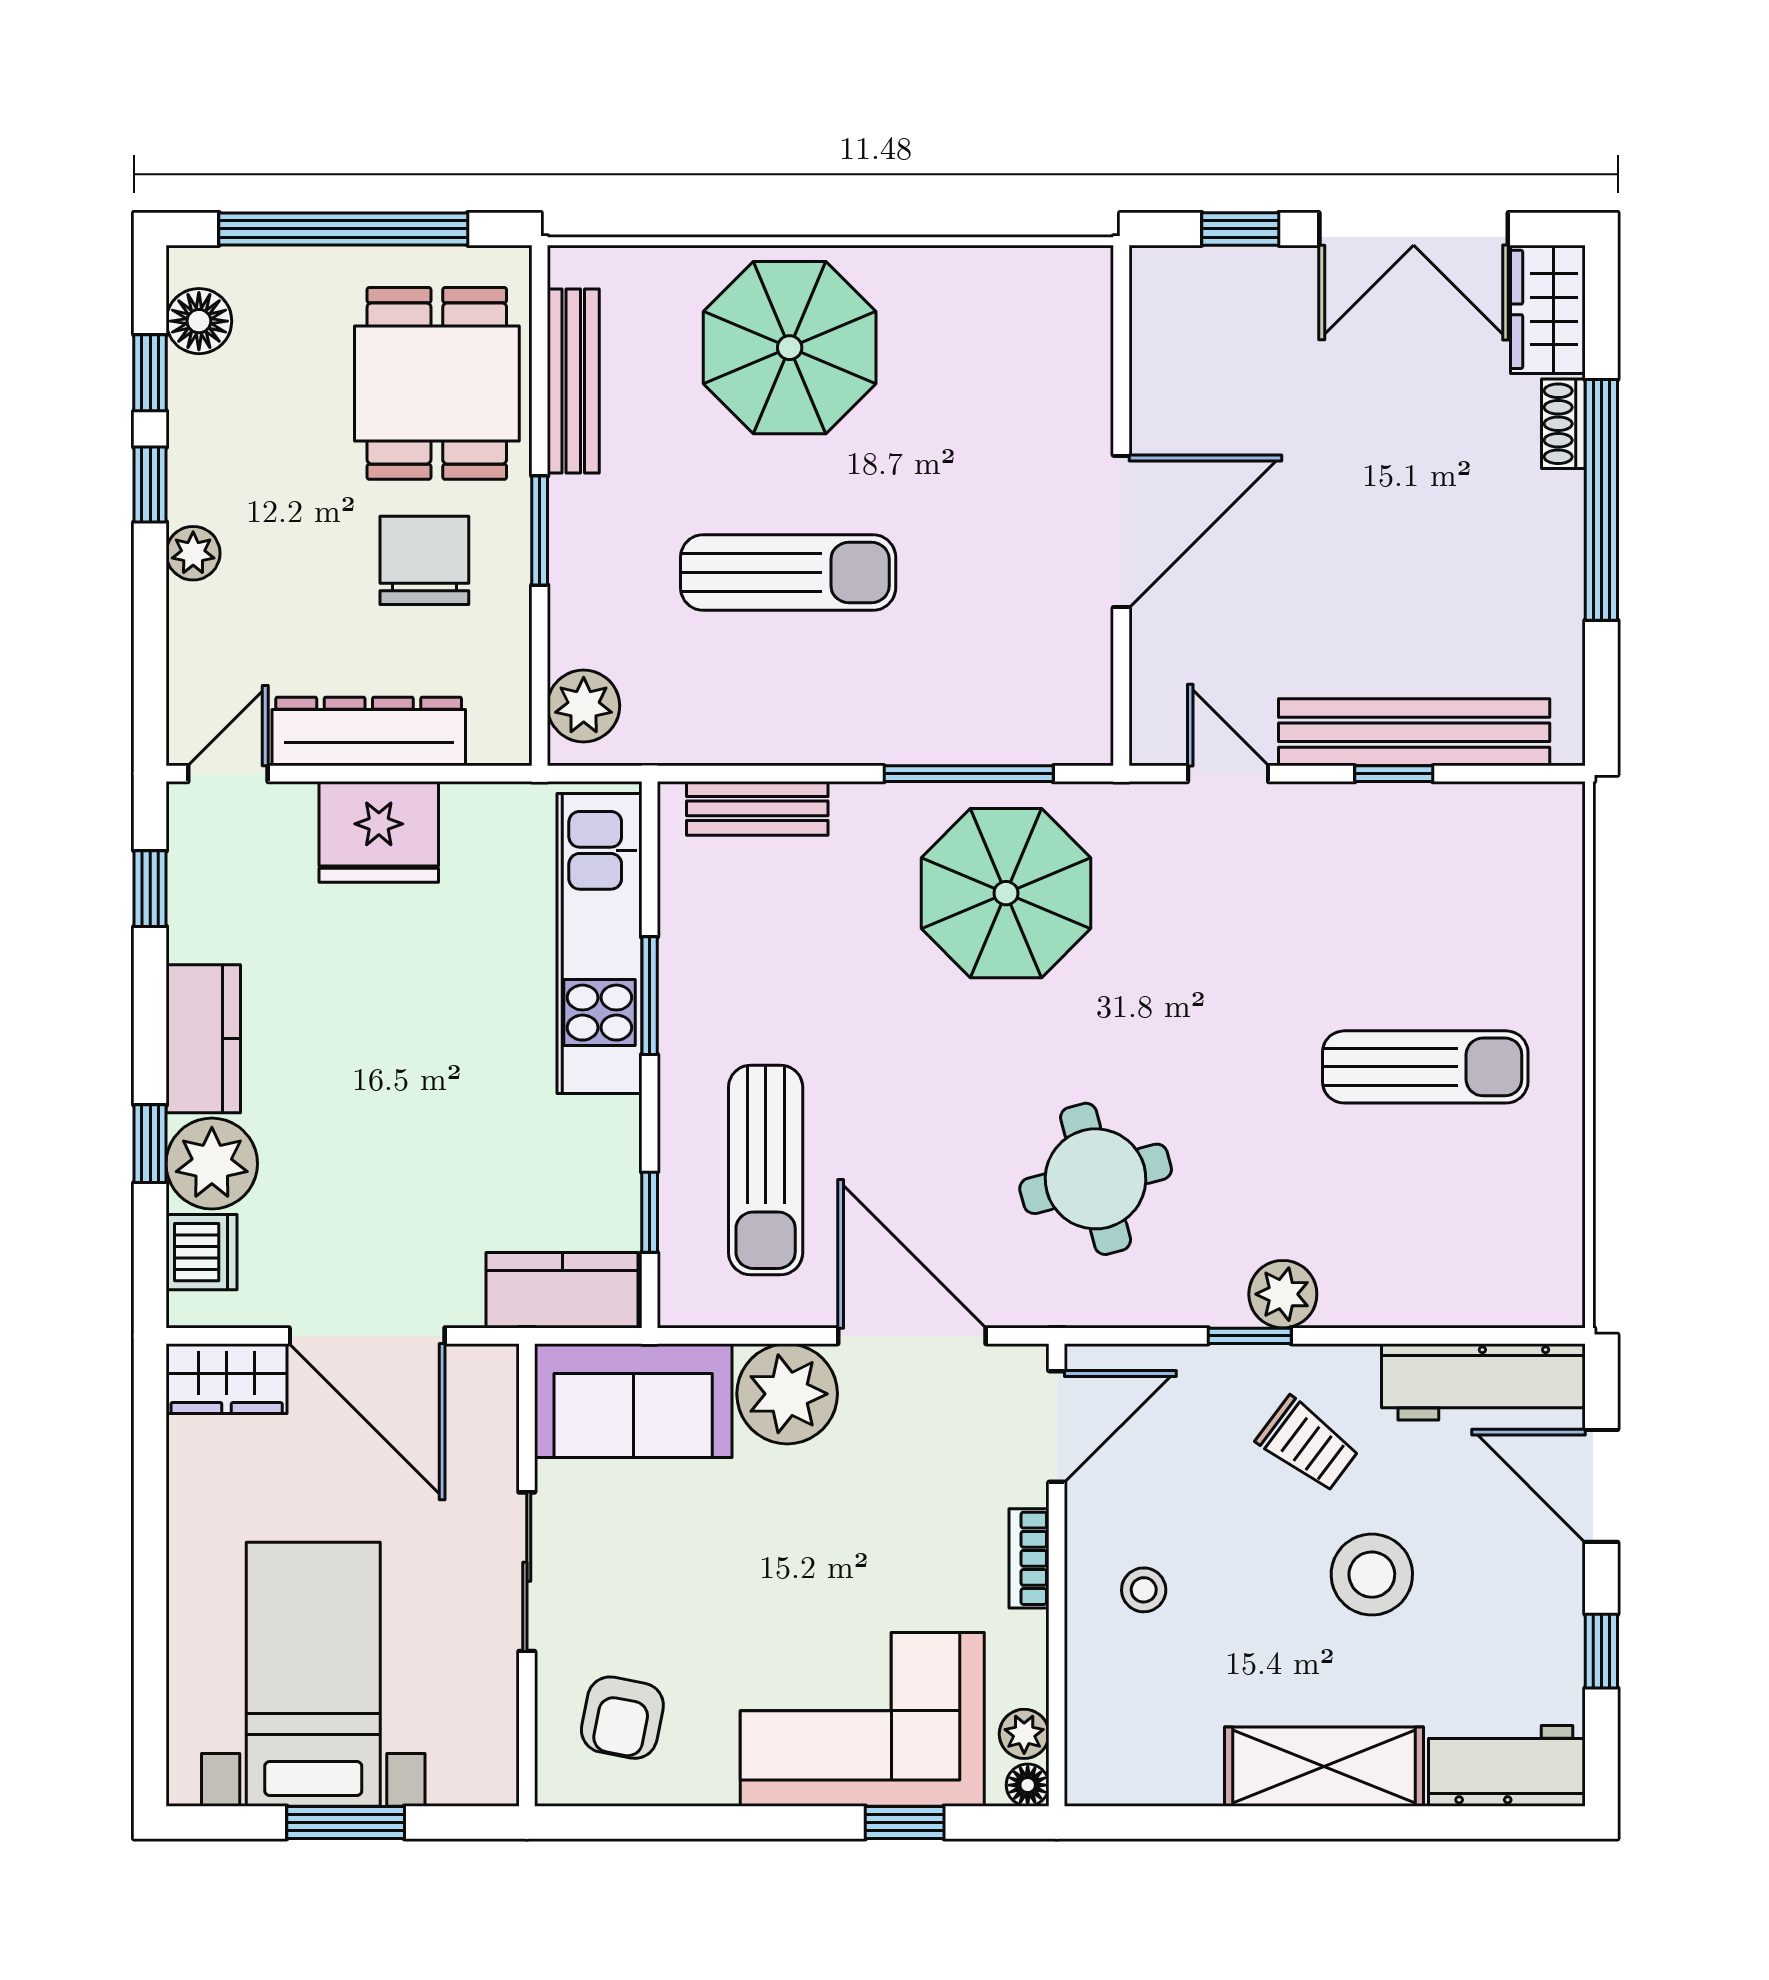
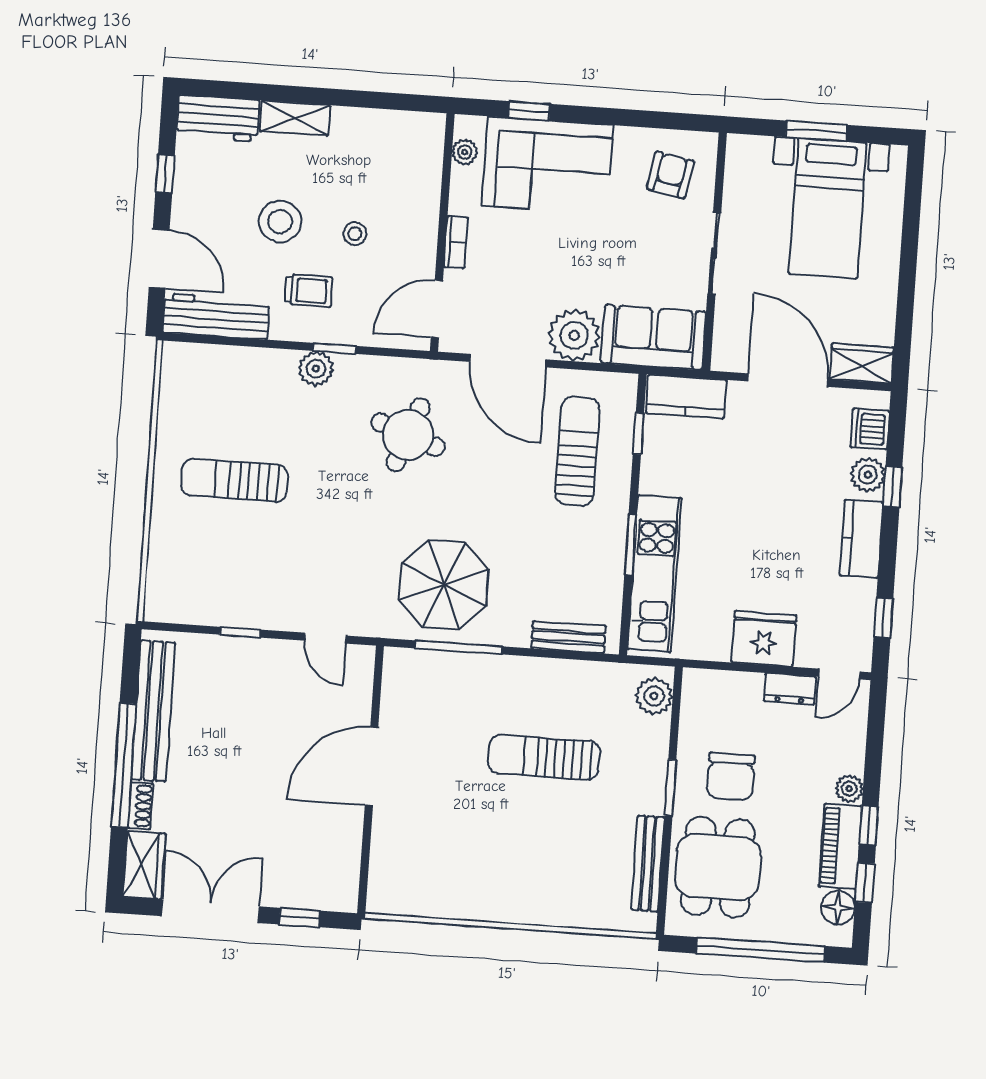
parasol: (790, 348) -> (535, 873), removed
piano: (202, 440) -> (840, 846), added
dresser: (369, 731) -> (790, 689), width x0.51, depth x0.80
bench: (1414, 732) -> (153, 711), moved, turned 90
plant: (212, 1164) -> (868, 475), width x0.73, depth x0.73
round table: (1096, 1179) -> (408, 435), turned 35
trolley: (1308, 1445) -> (309, 291), turned 143
stool: (1144, 1590) -> (355, 234), moved
shelving: (1324, 1767) -> (295, 118), width x0.67, depth x0.75
floor lamp: (1028, 1785) -> (465, 126), removed

